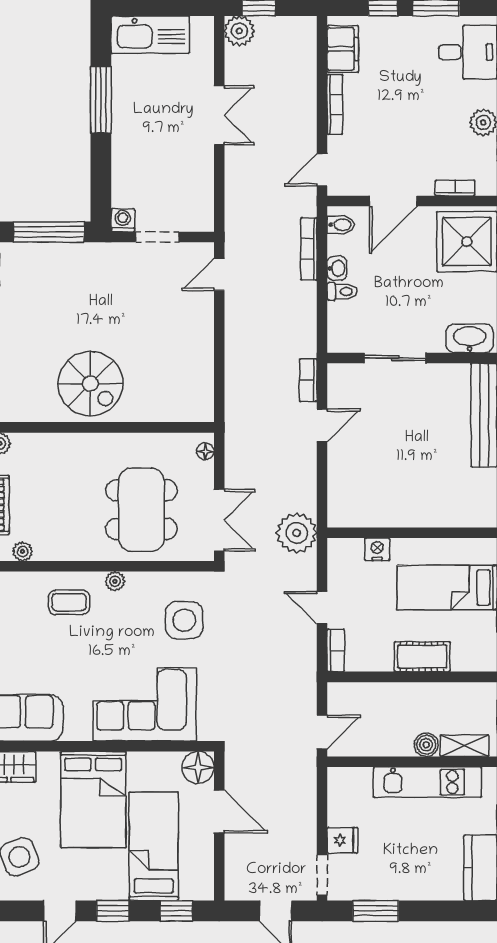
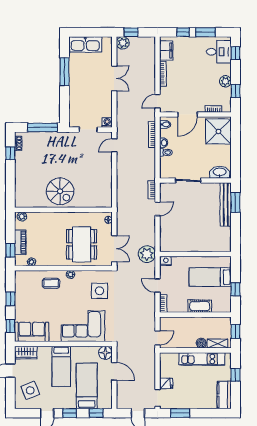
washing machine: (123, 220) -> (107, 123), moved
nightstand: (377, 549) -> (166, 261), moved
bed: (93, 800) -> (61, 366), width x0.67

